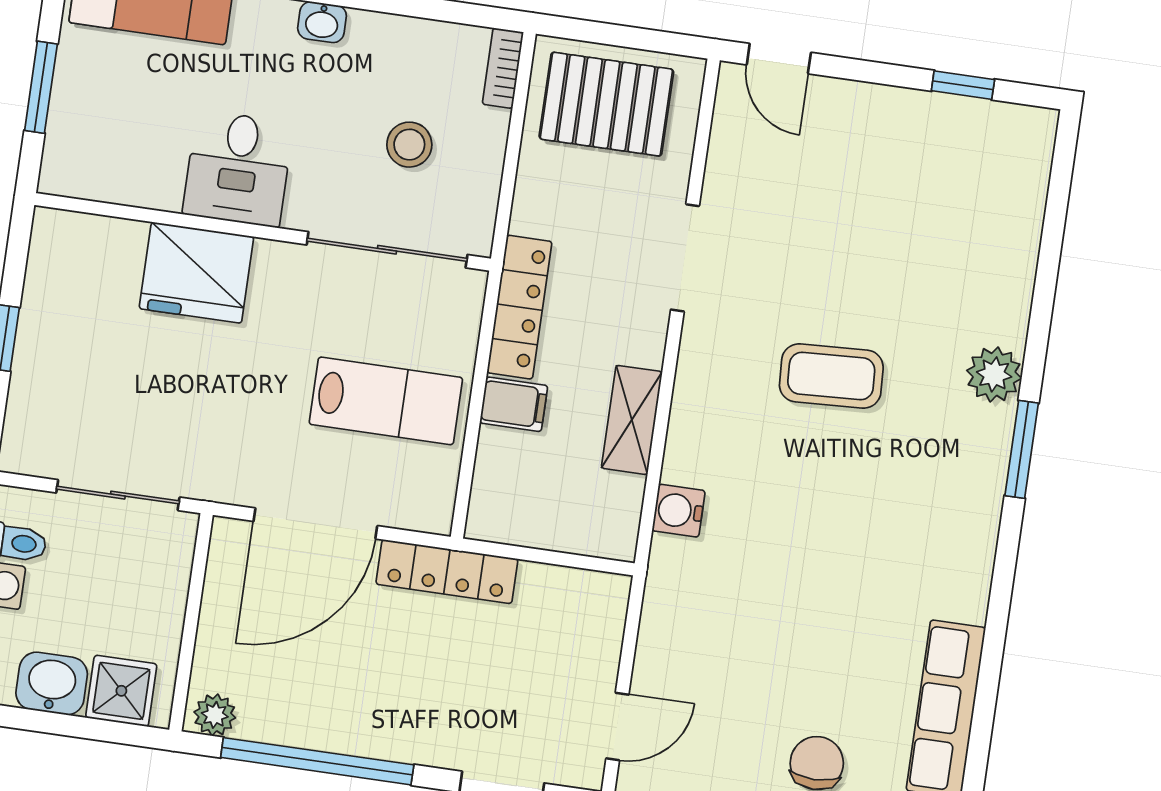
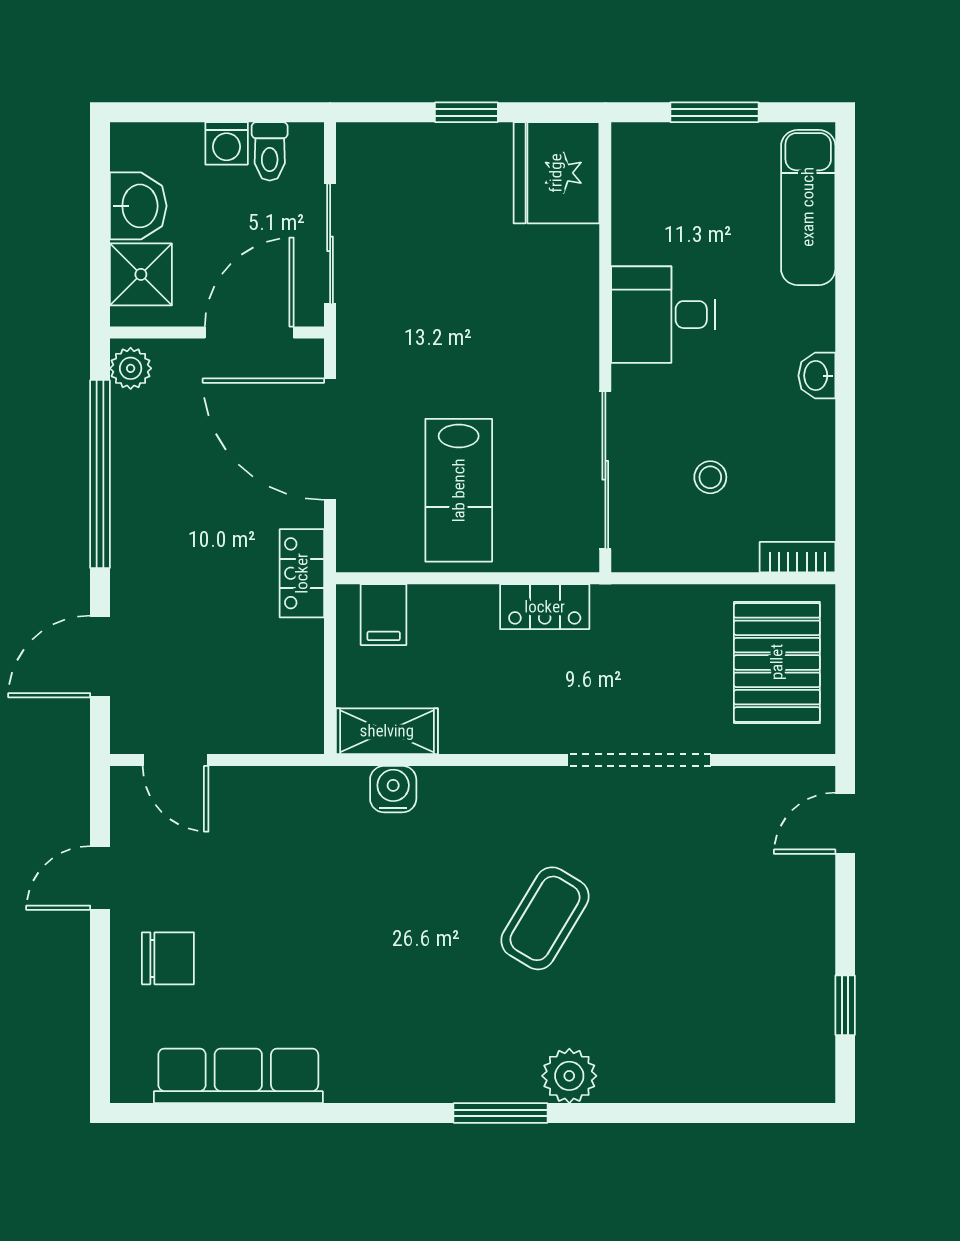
stool: (409, 145) -> (710, 477), width x0.73, depth x0.73
doorway: (685, 258) -> (639, 760), width x1.36
fridge: (196, 273) -> (556, 173), moved
locker: (520, 307) -> (545, 607), width x0.66
coffee table: (831, 376) -> (545, 918), turned 34
filing cabinet: (514, 404) -> (384, 615), moved
shelving: (632, 420) -> (387, 731), moved
locker: (447, 572) -> (302, 573), width x0.66
door: (196, 590) -> (249, 332), added

